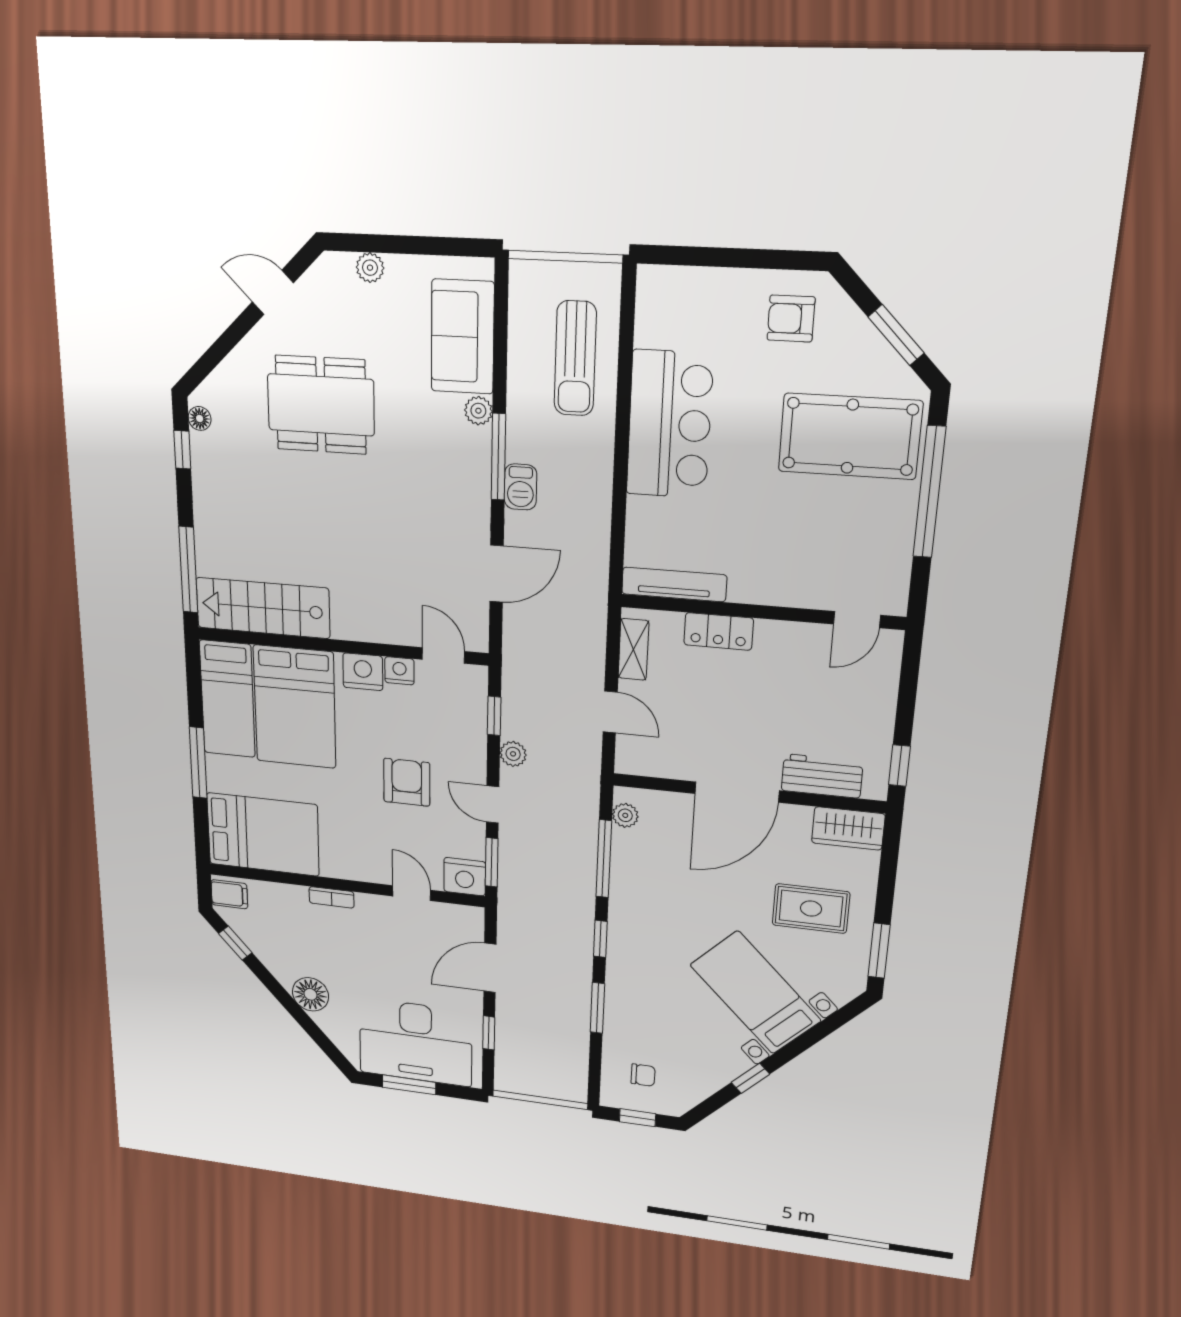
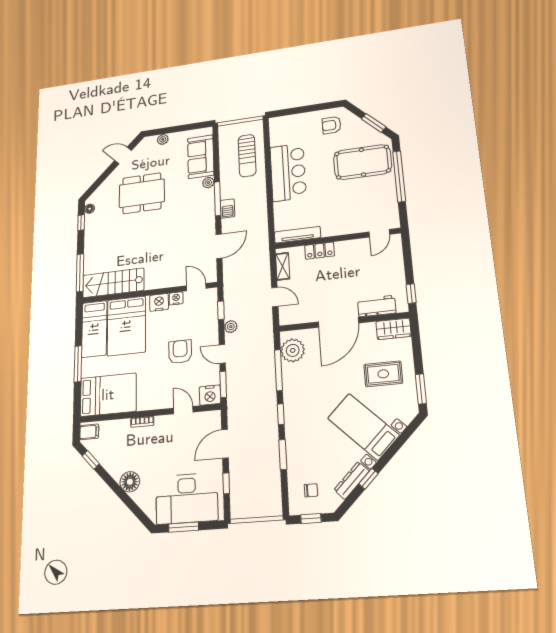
plant: (625, 815) -> (293, 350), width x1.87, depth x1.87
dresser: (719, 1075) -> (352, 480), added

